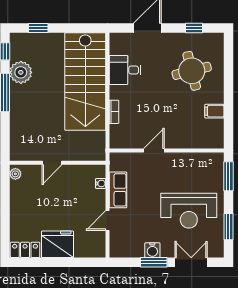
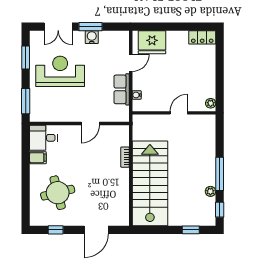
desk: (125, 70) -> (43, 138), moved, turned 180
plant: (21, 72) -> (210, 191), width x0.53, depth x0.53
fridge: (58, 244) -> (152, 42), moved

